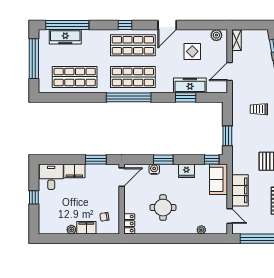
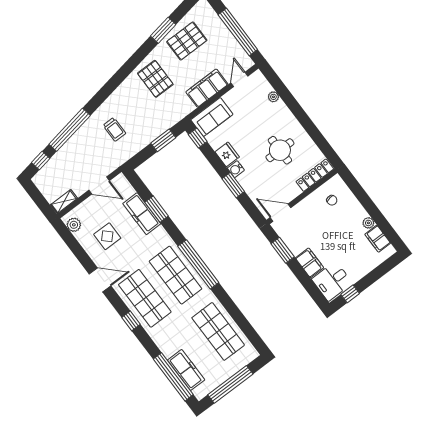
water cooler: (154, 169) -> (236, 169), moved
window: (34, 197) -> (350, 294), moved
locker: (129, 224) -> (315, 175), width x1.53
filing cabinet: (86, 228) -> (378, 239), moved

